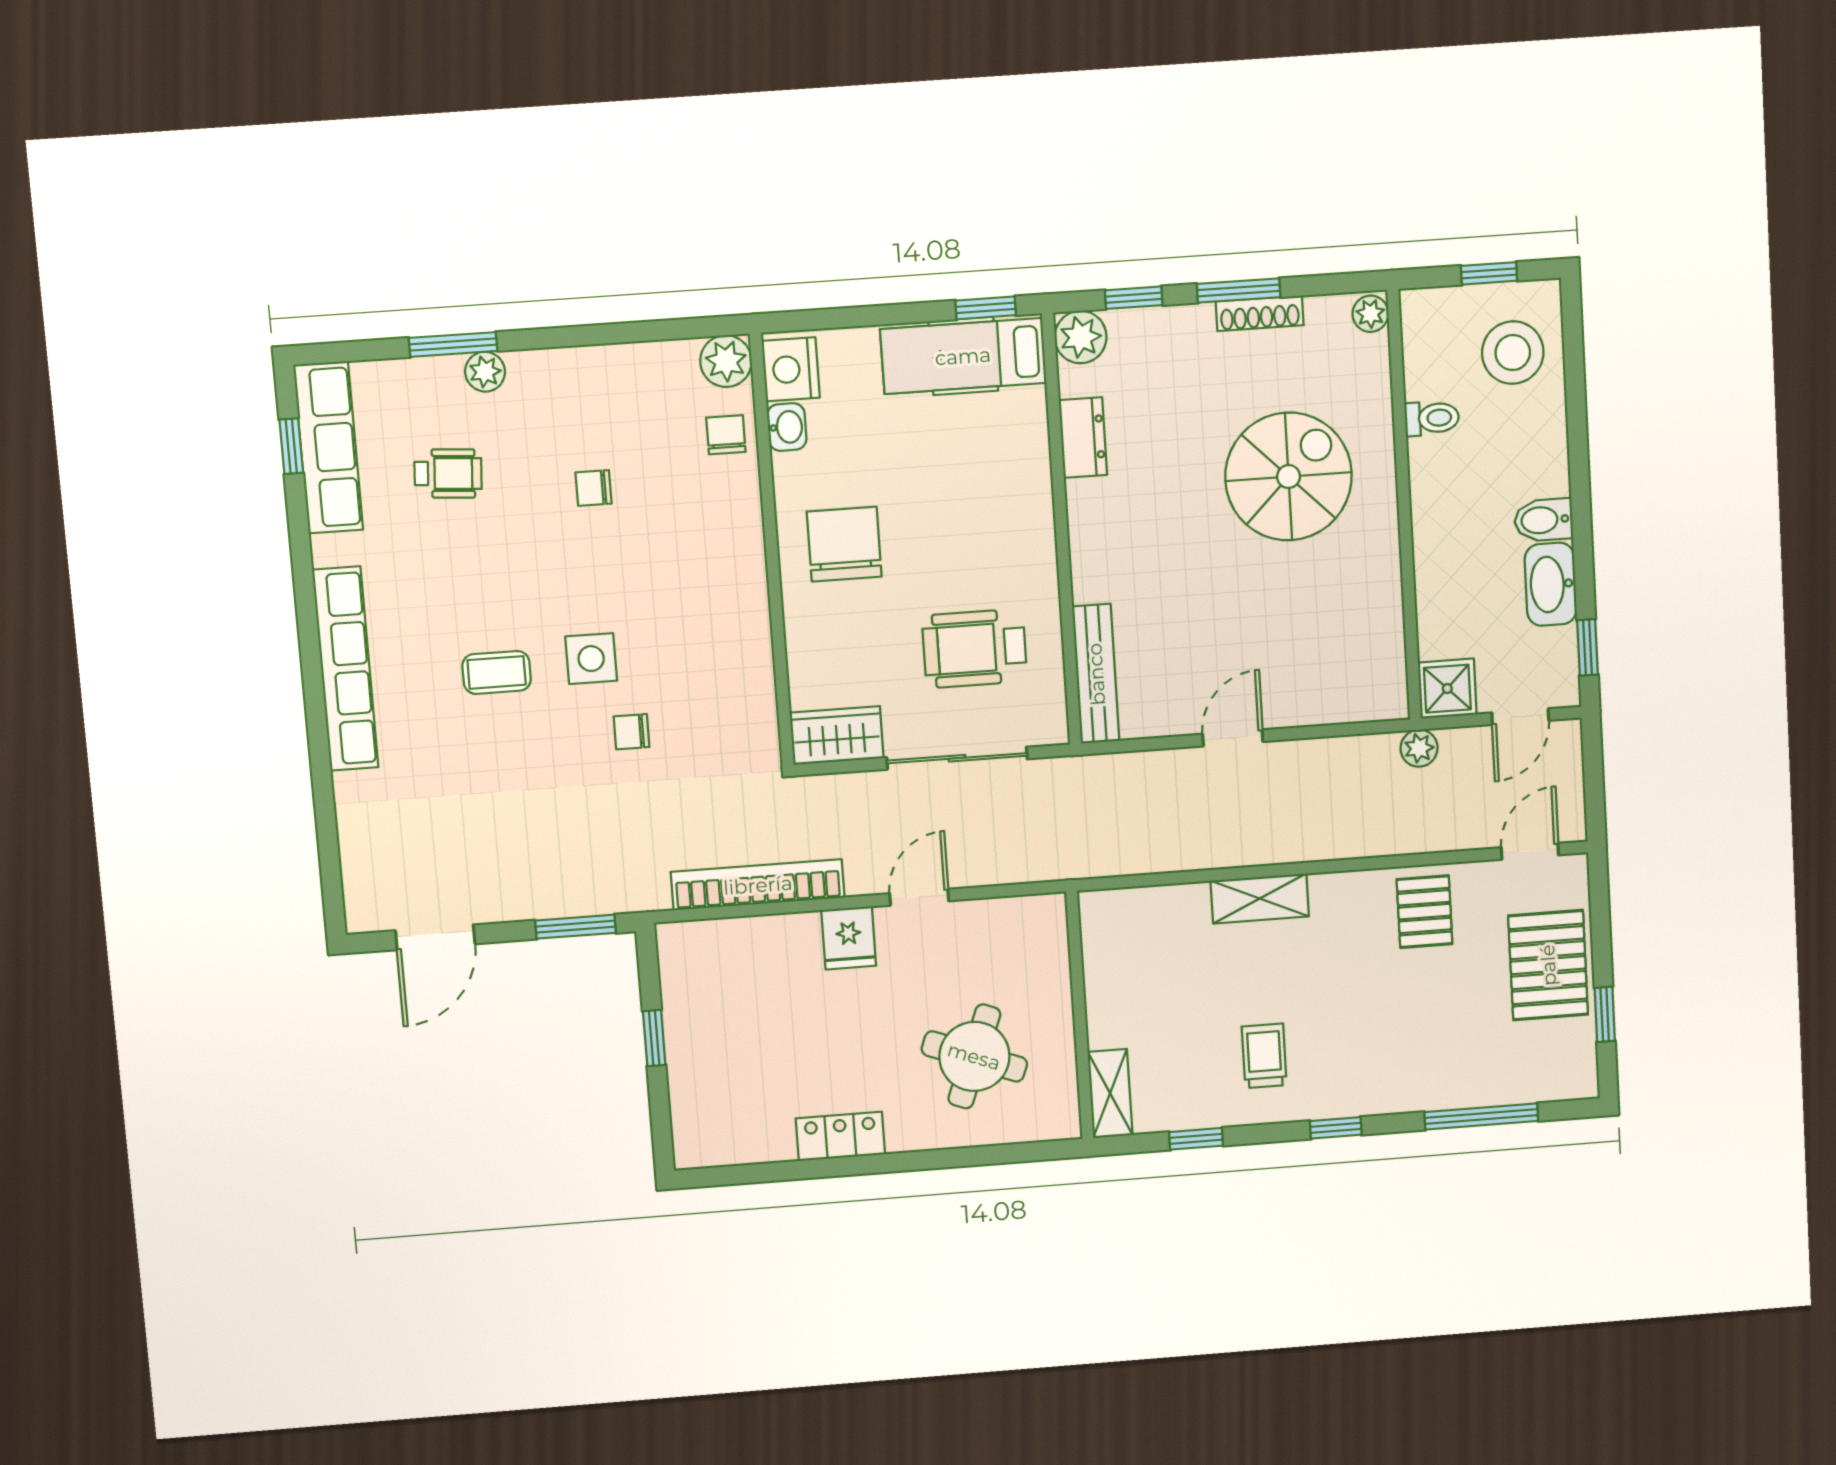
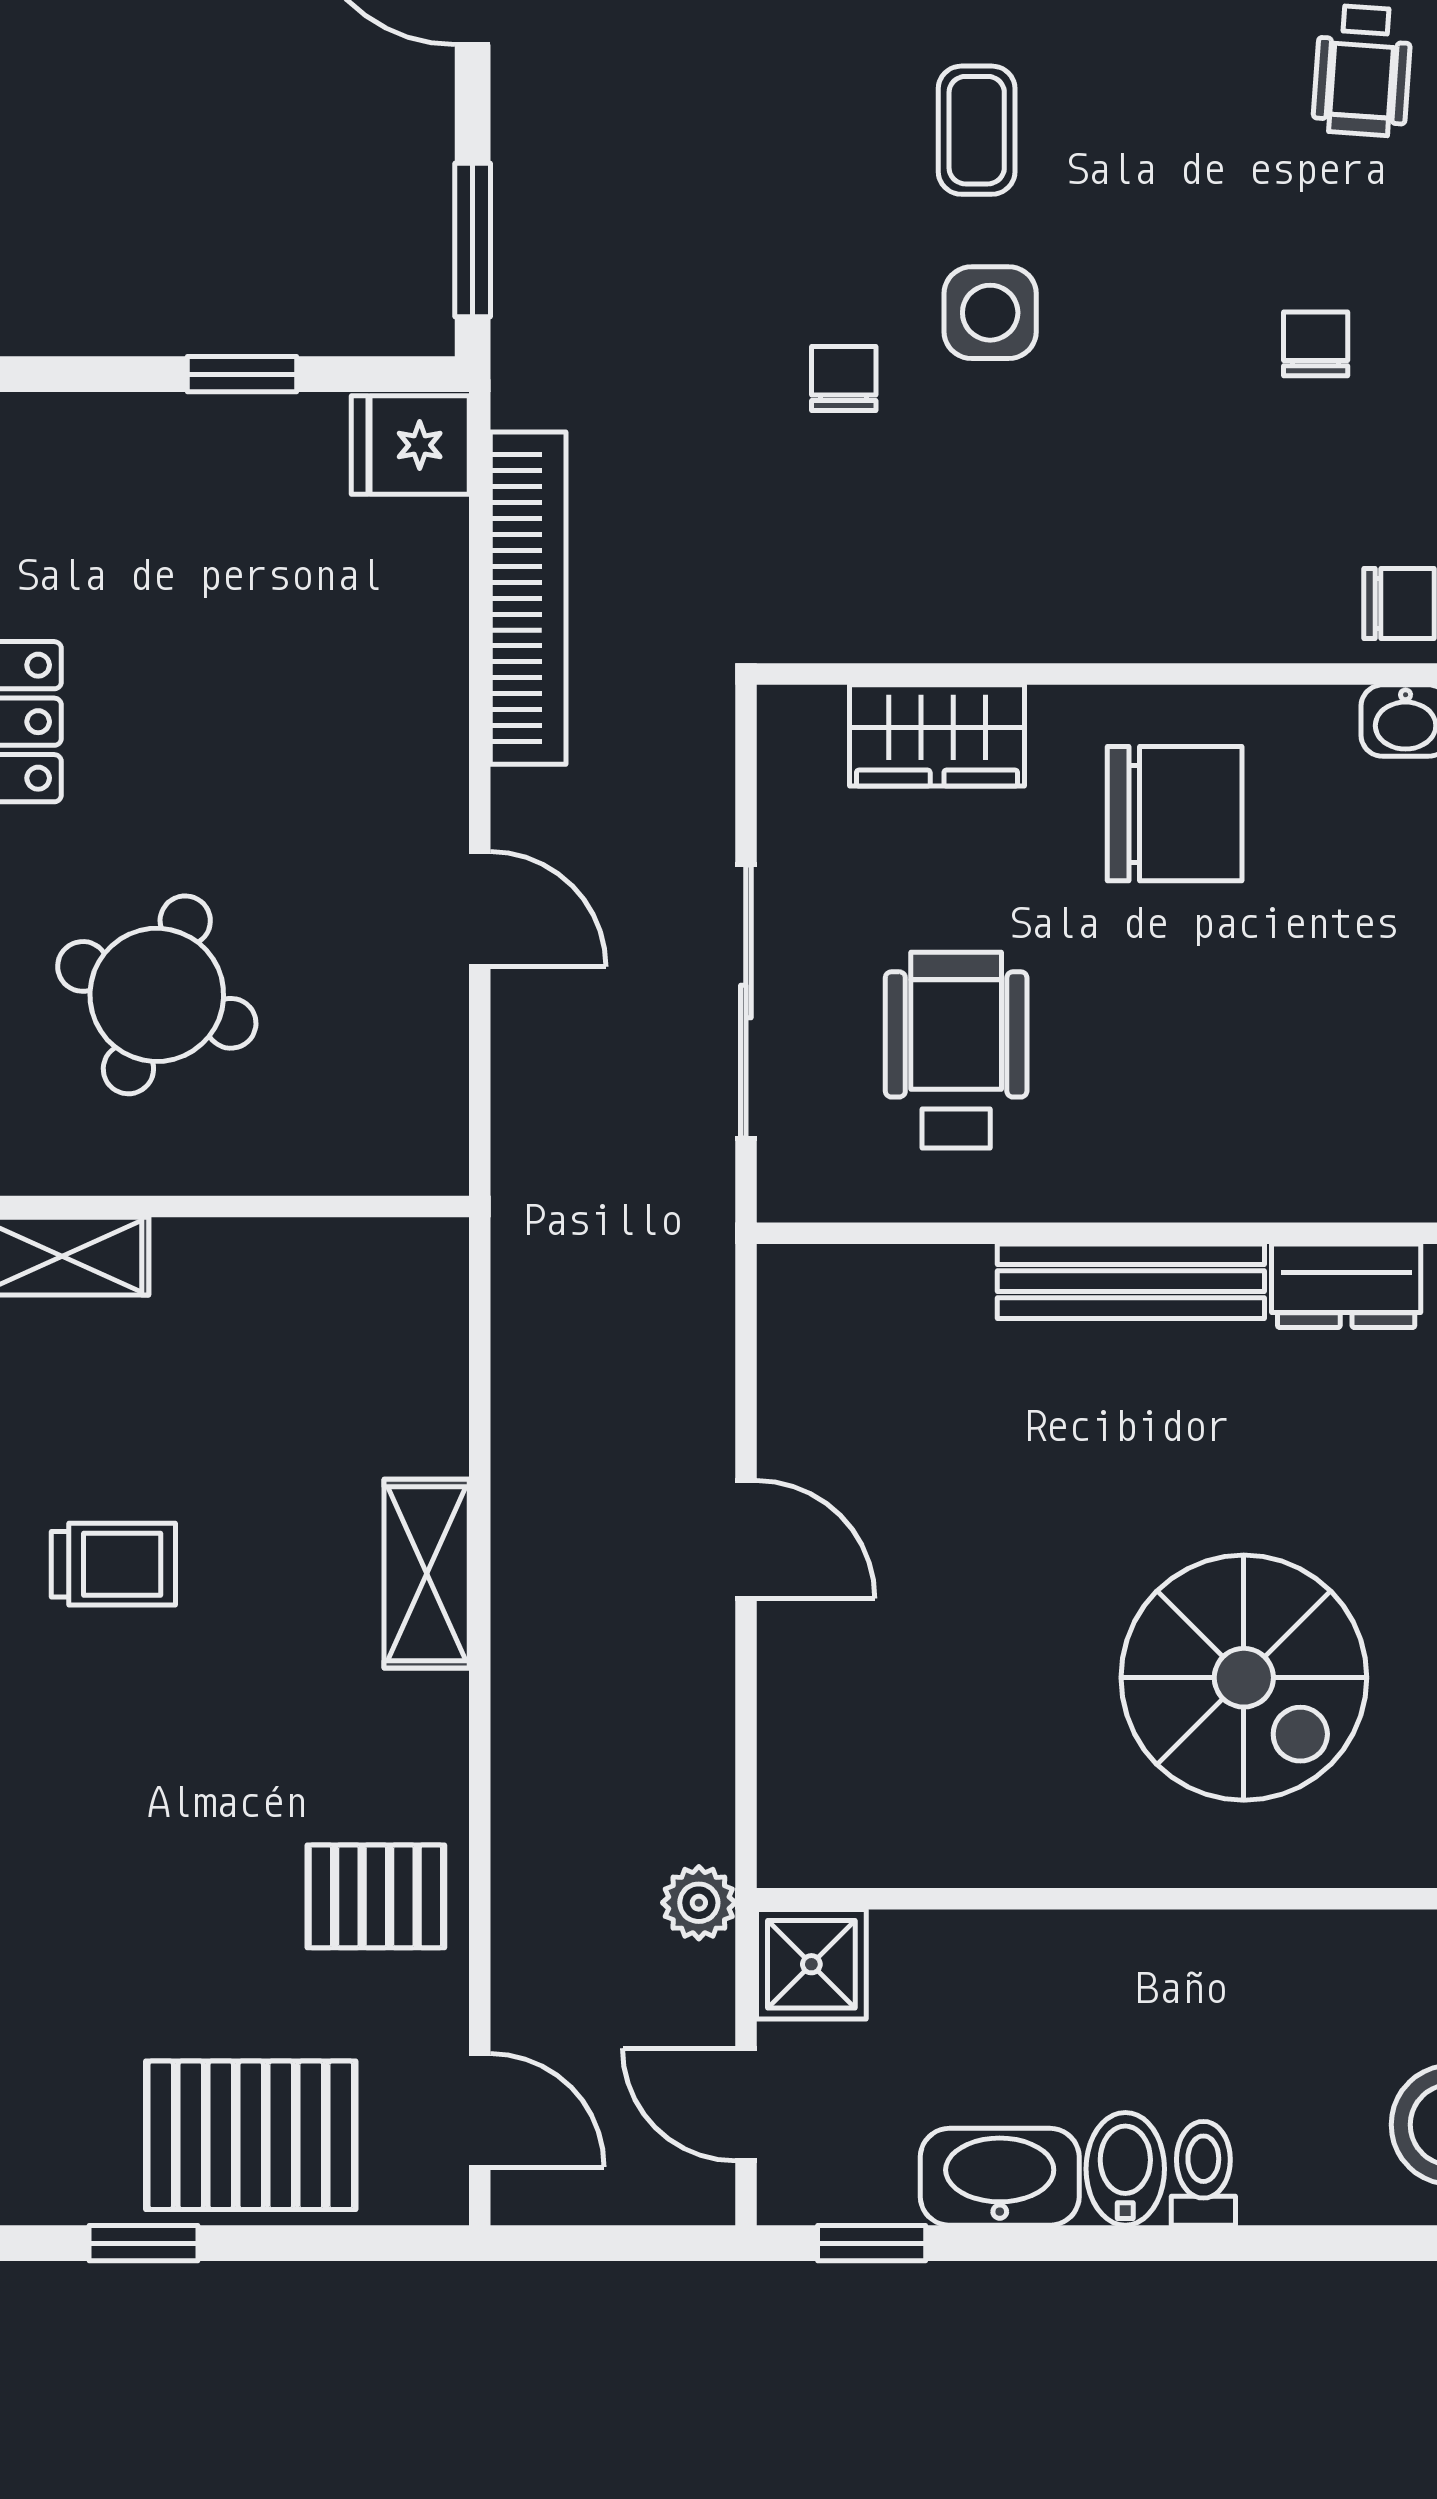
toilet: (1432, 418) -> (1203, 2173), moved, turned 180
bench: (1096, 674) -> (1131, 1281), moved
wardrobe: (837, 735) -> (937, 735), moved, turned 90
fridge: (849, 938) -> (410, 445), moved

